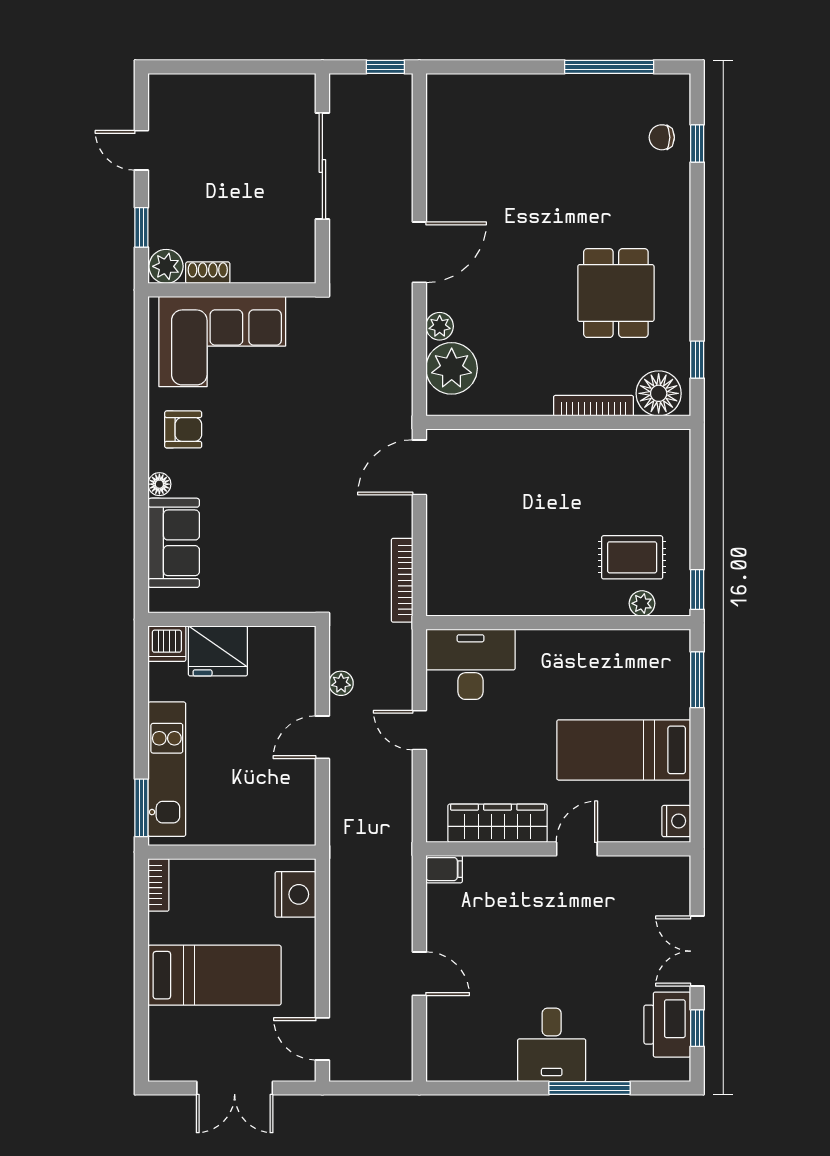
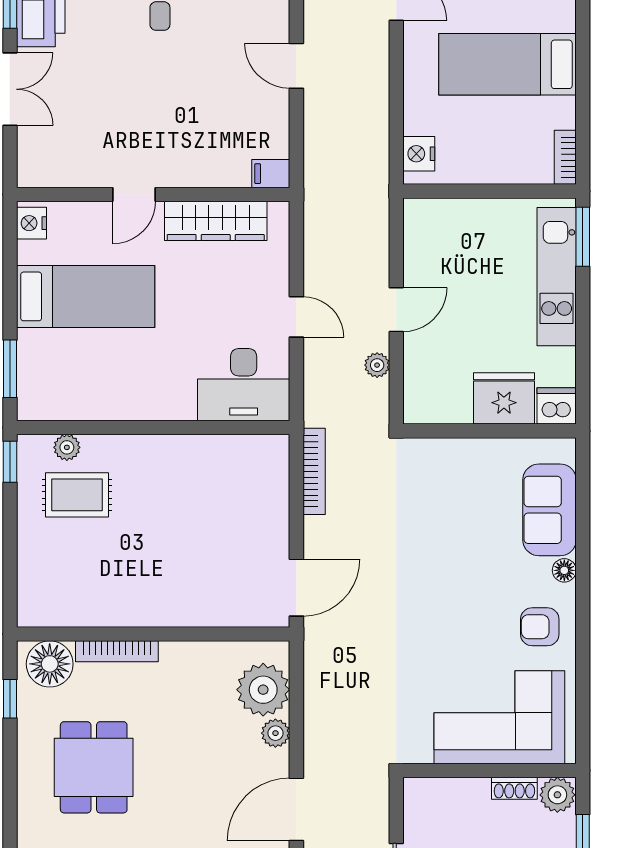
nightstand: (295, 894) -> (419, 154), width x0.74, depth x0.75

